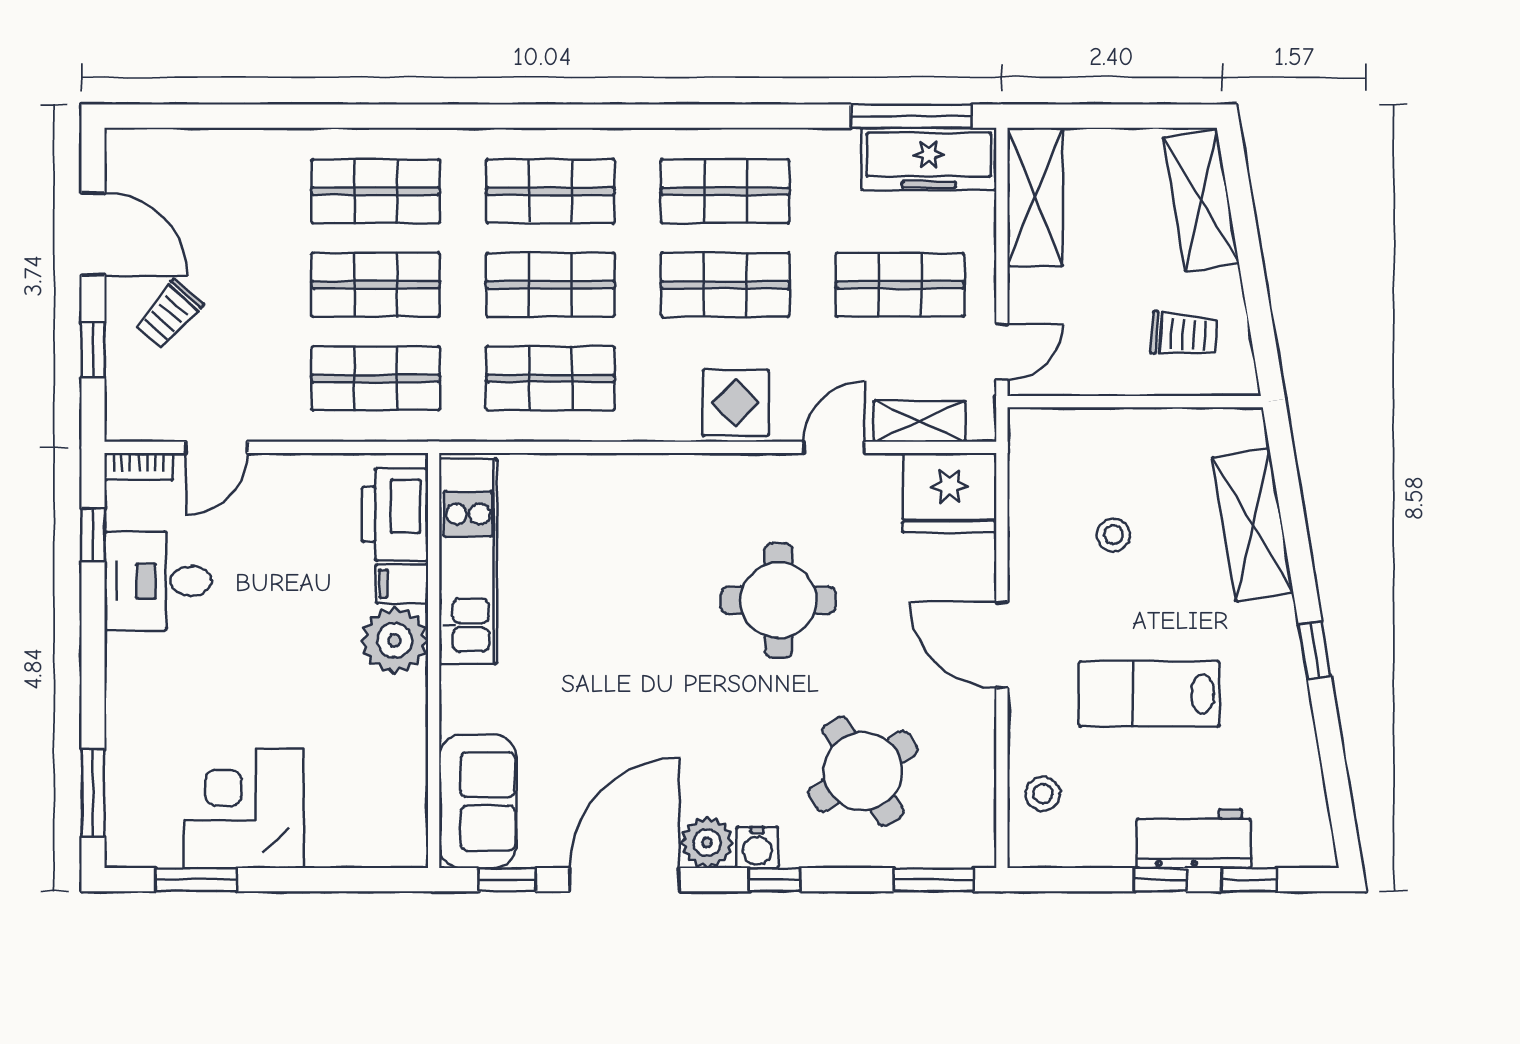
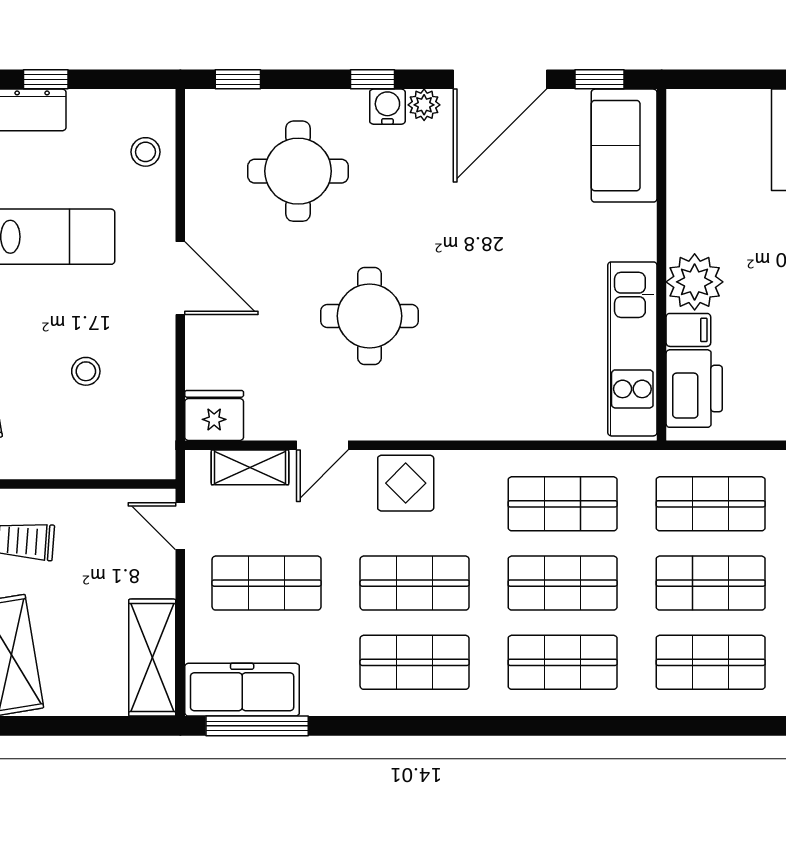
door: (1002, 352) -> (180, 526), hinge flipped
fridge: (949, 493) -> (214, 415), width x0.73, depth x0.75
round table: (863, 771) -> (298, 171), turned 32
plant: (707, 842) -> (424, 105), width x0.73, depth x0.73
window: (934, 880) -> (238, 79), width x0.67

